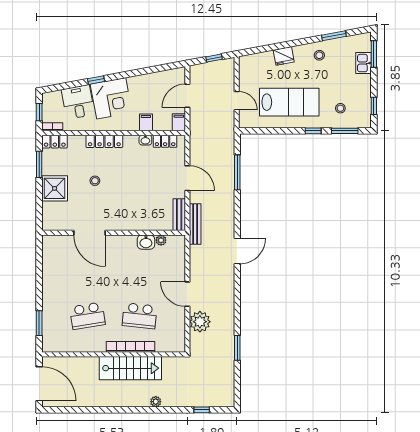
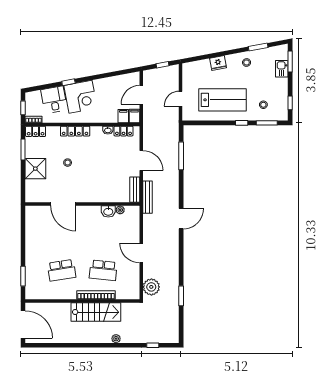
door: (237, 101) -> (181, 99), swing flipped
filing cabinet: (146, 122) -> (123, 116), moved
plant: (200, 322) -> (151, 287), moved

